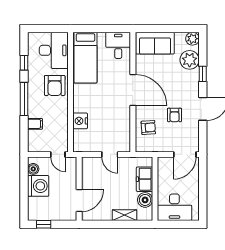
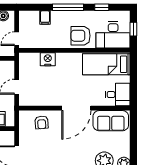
window: (48, 28) -> (133, 29), added
sofa: (155, 43) -> (111, 121), moved, turned -90
armchair: (175, 115) -> (53, 147), removed

